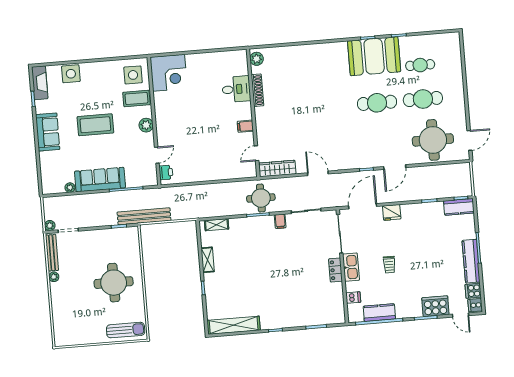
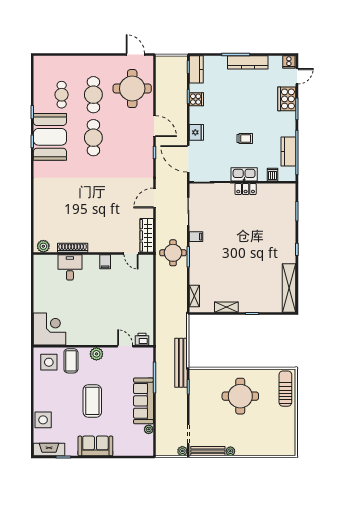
cooker: (473, 291) -> (196, 99), moved, turned -90

